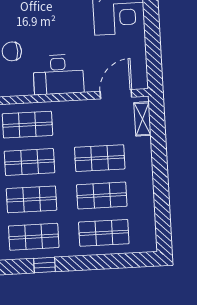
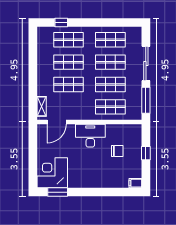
window: (44, 265) -> (61, 23), moved

